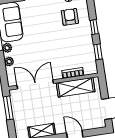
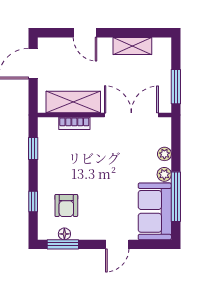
window: (94, 27) -> (33, 202), moved
double door: (35, 84) -> (131, 115), swing flipped

